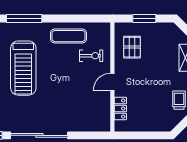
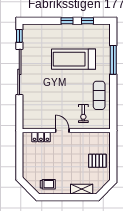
window: (144, 19) -> (113, 156), removed
pallet: (132, 47) -> (97, 161), moved

